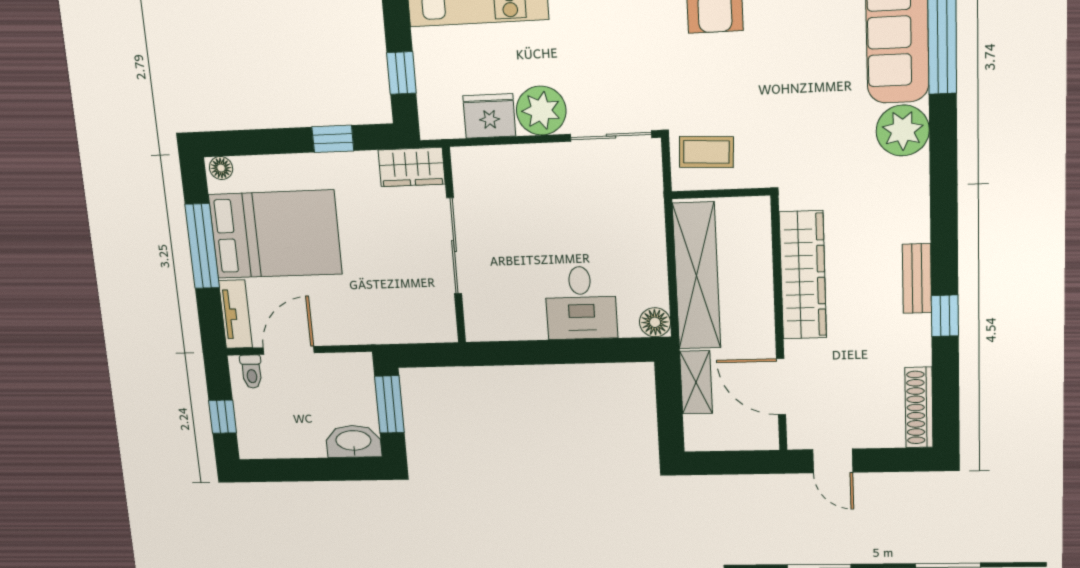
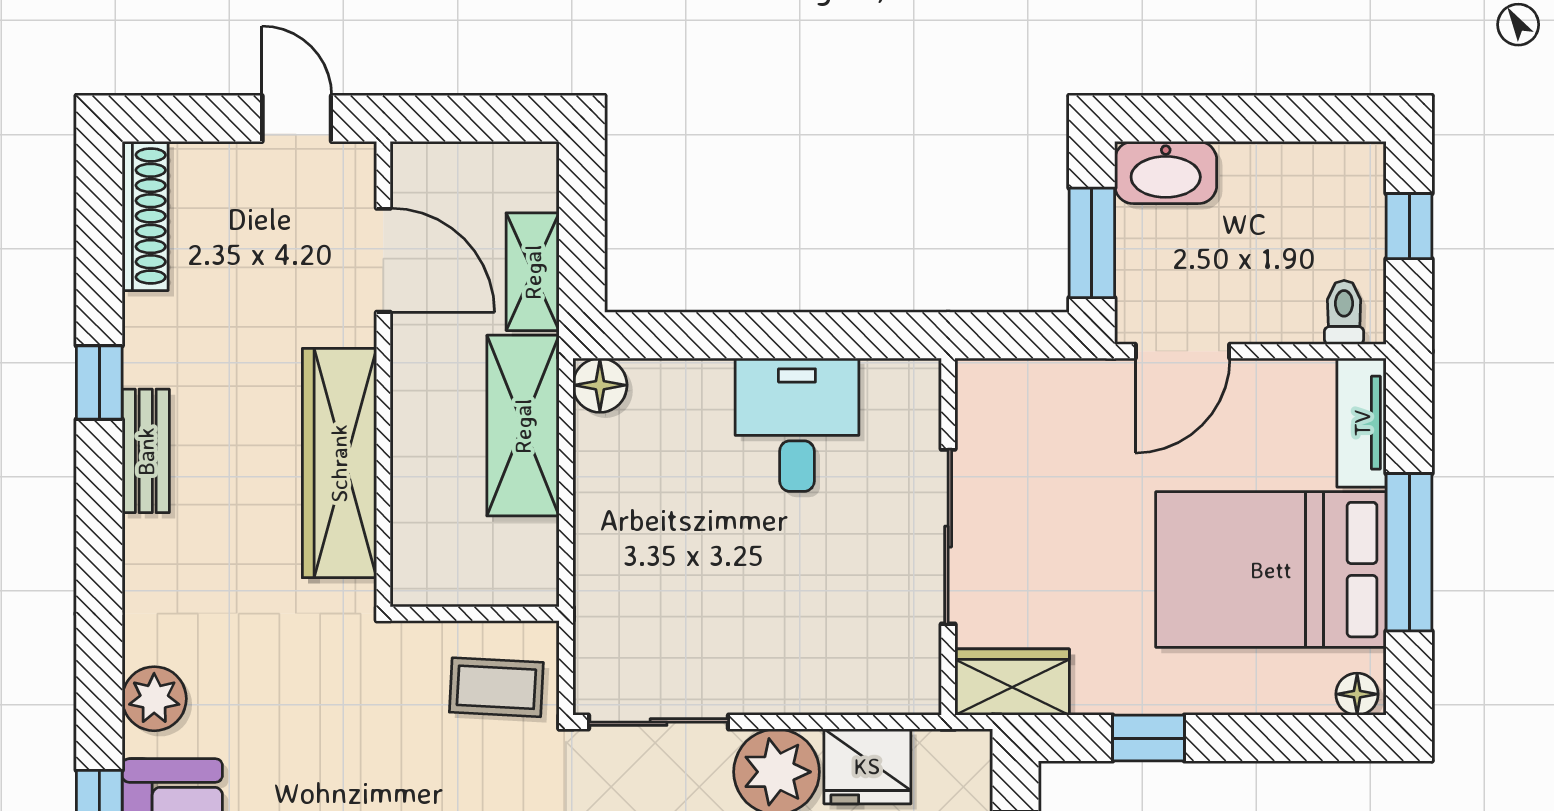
plant: (903, 130) -> (154, 699), width x0.73, depth x0.73
shelving: (697, 276) -> (523, 426), width x0.68
desk: (581, 303) -> (797, 425), moved
door: (289, 350) -> (1183, 351), moved

